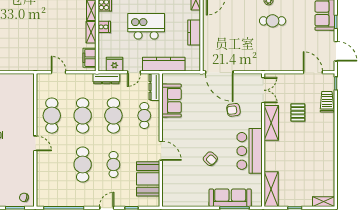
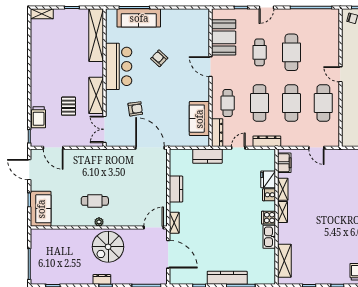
kitchen island: (146, 26) -> (226, 195), removed
fridge: (115, 64) -> (268, 179), moved, turned 90
kitchen counter: (164, 64) -> (207, 156), width x0.67
shelving: (271, 189) -> (96, 35), width x1.47

